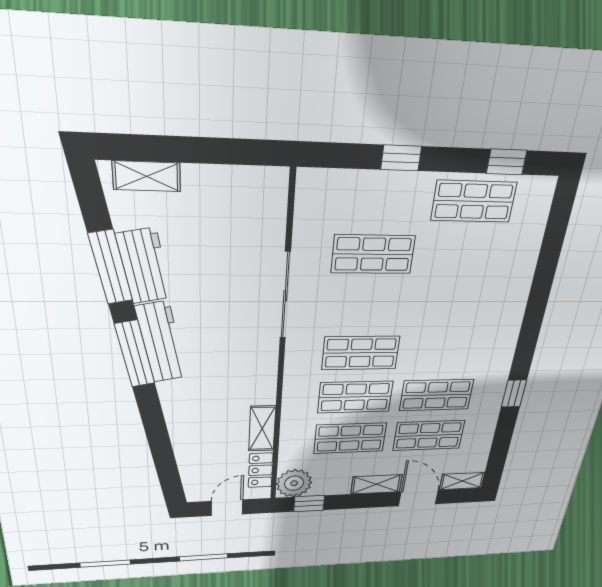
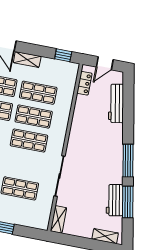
workbench: (161, 342) -> (116, 103), moved
shelving: (262, 429) -> (58, 219), moved
plant: (294, 483) -> (69, 71), removed

